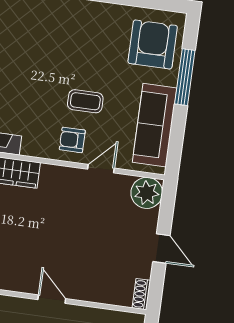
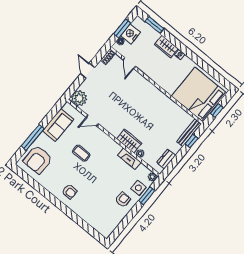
sofa: (155, 125) -> (58, 125), width x0.73
armchair: (72, 140) -> (69, 192), moved
door: (52, 299) -> (129, 63), moved

